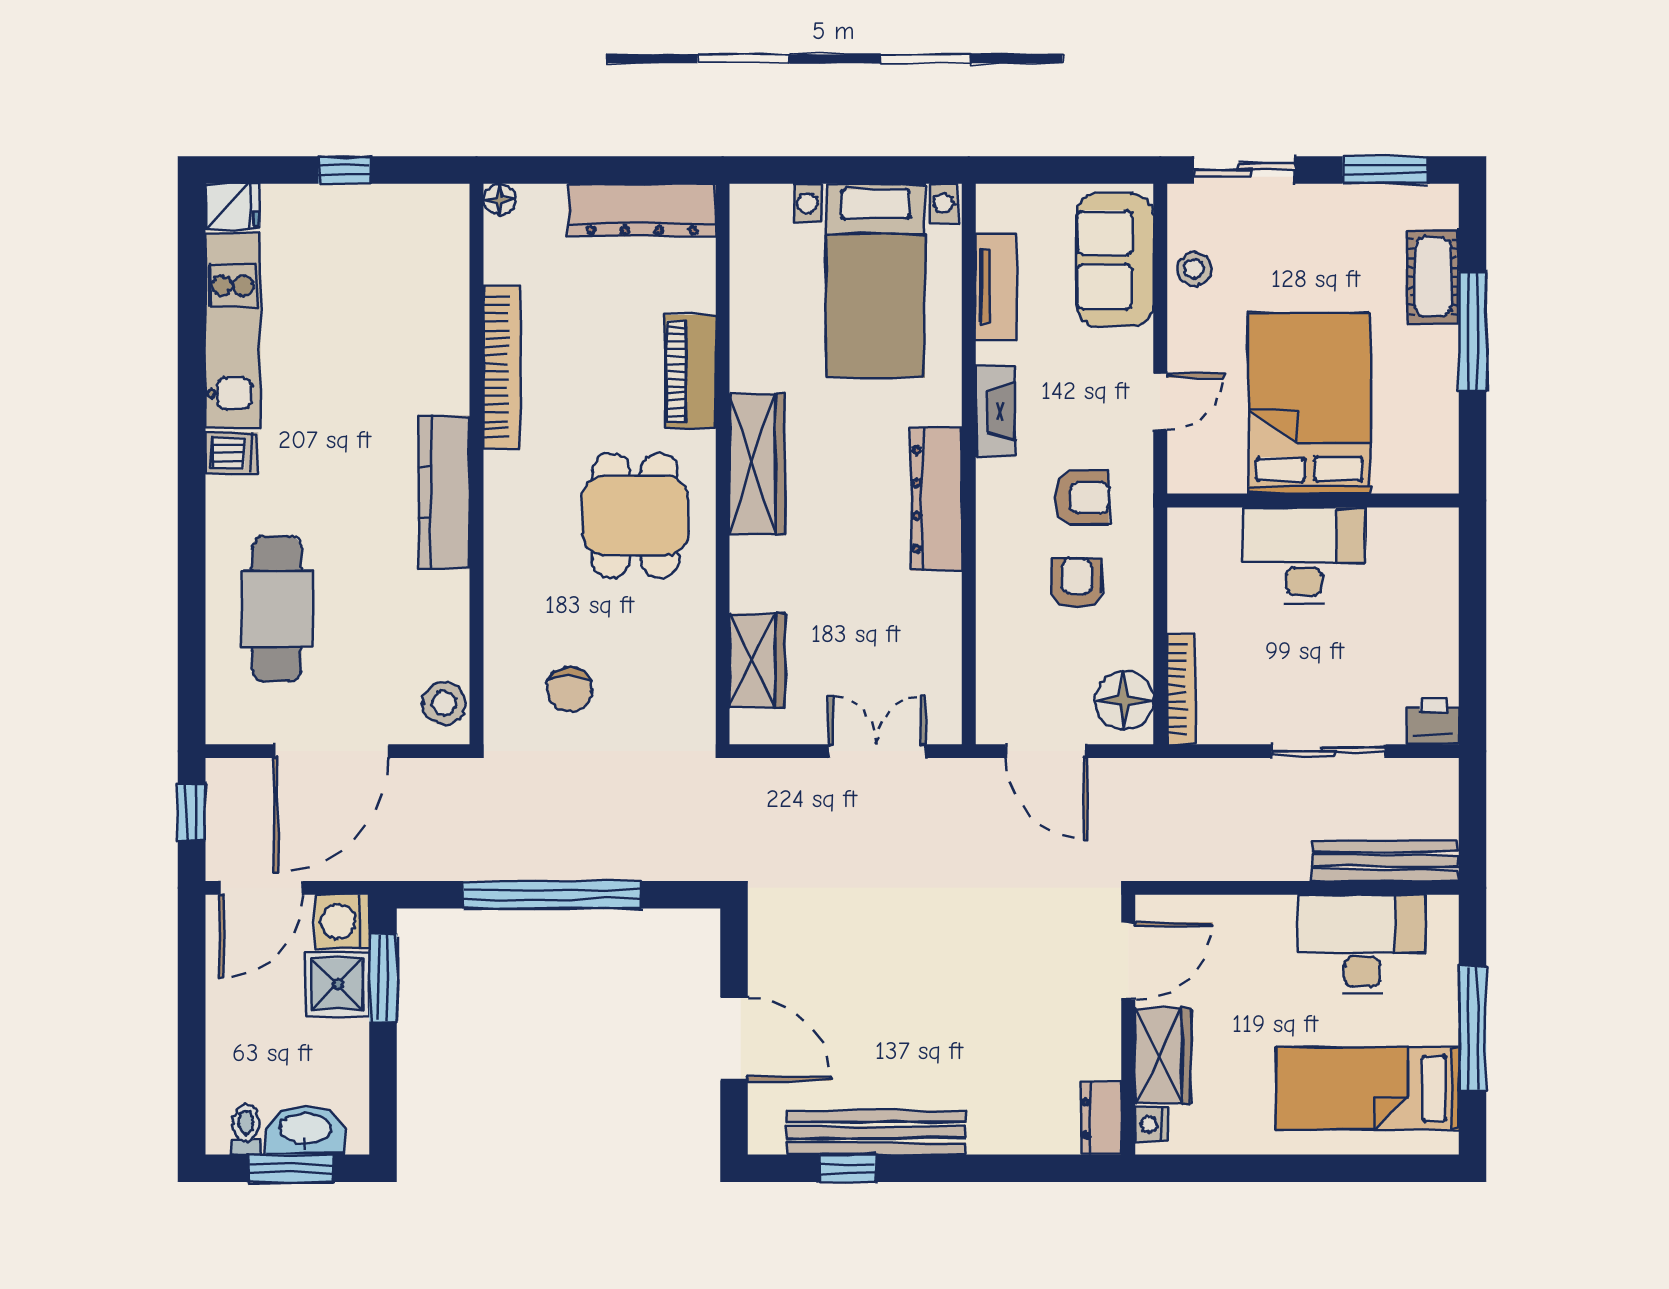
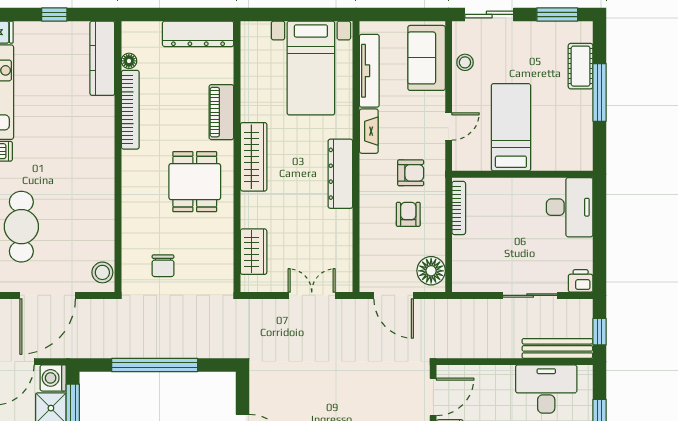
floor lamp: (499, 200) -> (129, 61), moved
tv unit: (996, 286) -> (369, 71), width x1.41
bed: (1310, 403) -> (511, 127), width x0.67
kitchen counter: (444, 492) -> (102, 58), moved
desk: (1304, 555) -> (570, 207), moved, turned 90
bookcase: (1181, 689) -> (459, 208), moved
window: (1472, 826) -> (600, 332), added

